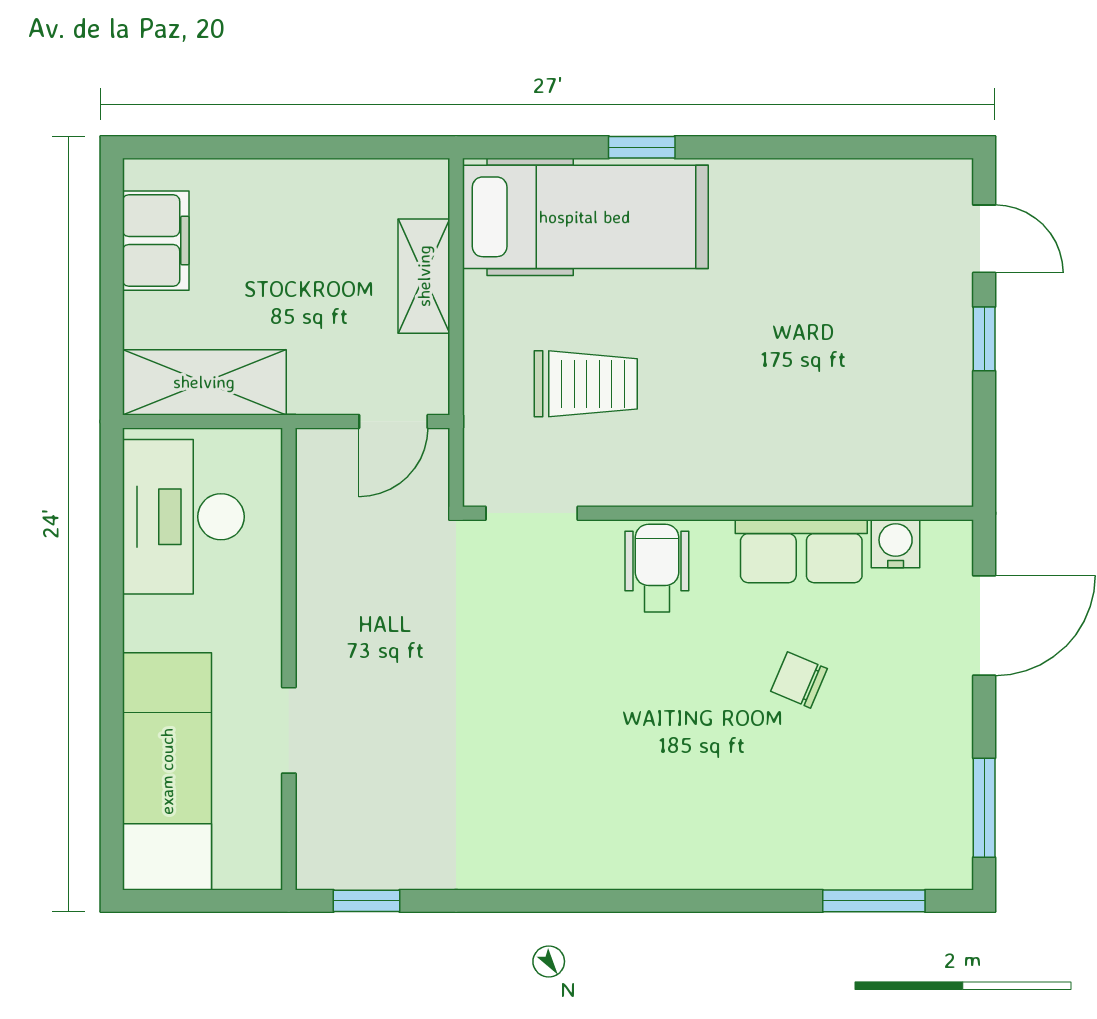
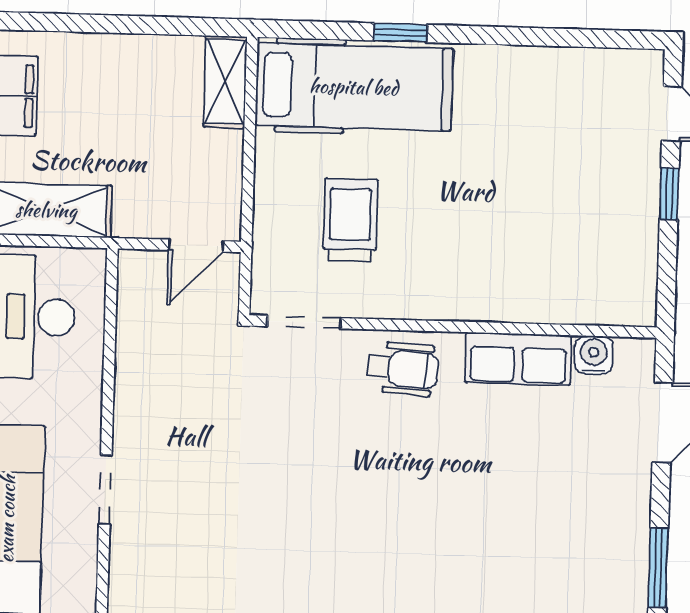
shelving: (424, 276) -> (225, 82), moved
trolley: (586, 384) -> (350, 220), turned -90
wheelchair: (657, 568) -> (403, 369), turned 94
chair: (799, 680) -> (513, 461), removed

